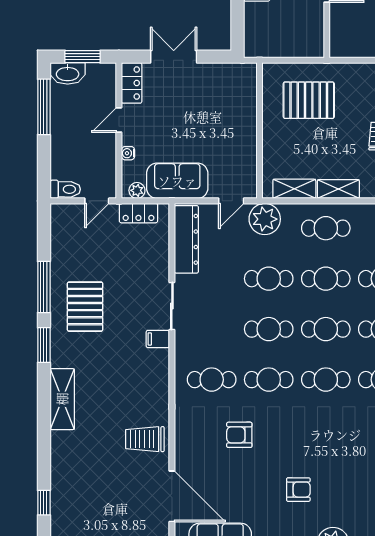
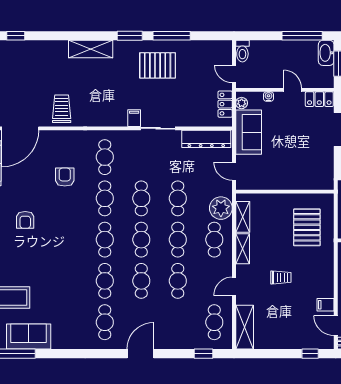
plant: (265, 219) -> (221, 208), moved

